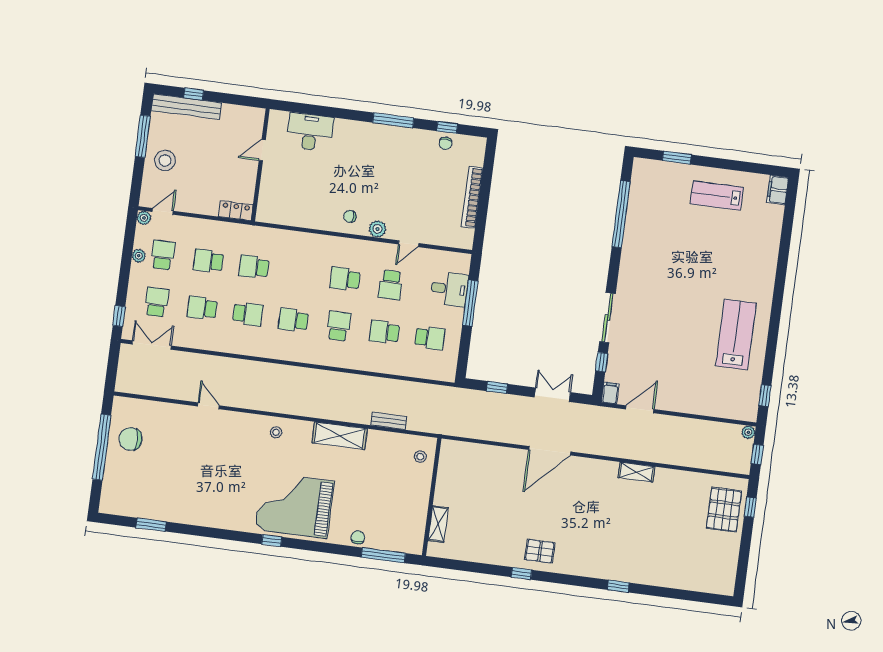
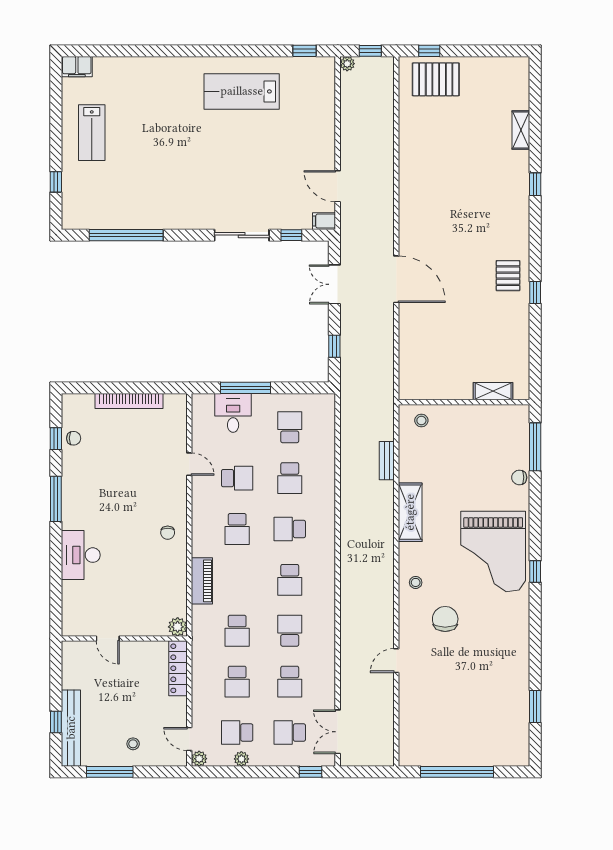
desk: (310, 132) -> (81, 555), moved
window: (677, 158) -> (56, 182), width x0.67
stool: (165, 160) -> (133, 744), width x0.53, depth x0.53
locker: (236, 211) -> (178, 668), width x1.53
plant: (377, 229) -> (178, 627), moved
piano: (303, 241) -> (202, 581), added
chair: (131, 439) -> (445, 619), moved, turned 180
shelving: (636, 472) -> (521, 130), moved

